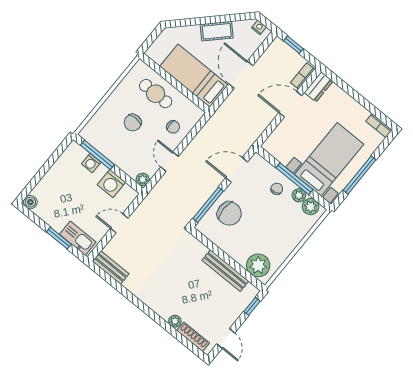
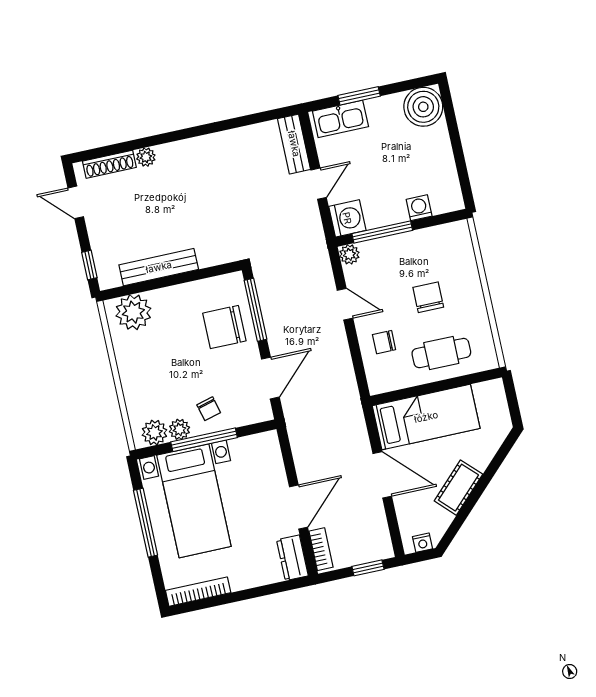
bookcase: (379, 126) -> (198, 592), width x1.56
window: (97, 155) -> (382, 232), moved
washing machine: (111, 184) -> (347, 218), moved, turned 90
boiler: (30, 202) -> (423, 107), width x1.86, depth x1.86
bench: (111, 267) -> (294, 144), moved, turned 90

